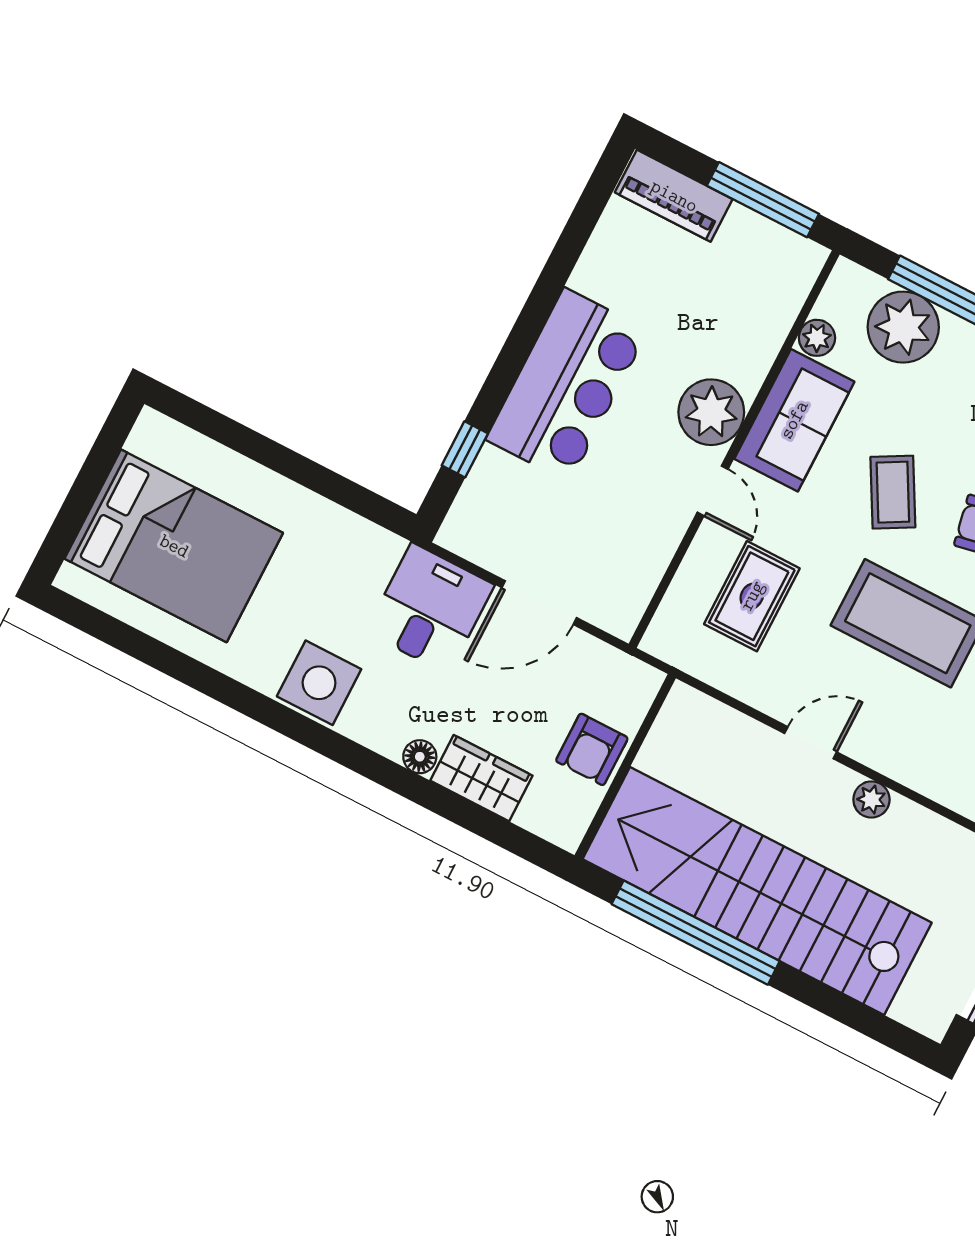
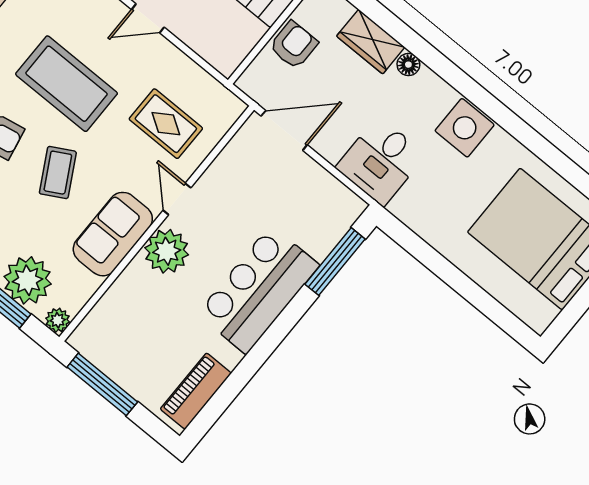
piano: (674, 196) -> (196, 391), moved, turned -90
plant: (817, 338) -> (58, 320), moved
window: (465, 449) -> (335, 262), width x2.17
rug: (752, 596) -> (166, 124), turned 90
door: (539, 603) -> (284, 130), moved

